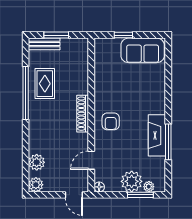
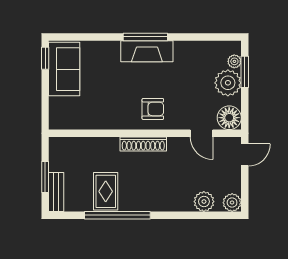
window: (123, 35) -> (45, 58), moved
rug: (45, 84) -> (106, 191), turned 90
fireplace: (157, 135) -> (147, 51), moved
window: (168, 142) -> (145, 37), moved
floor lamp: (99, 187) -> (229, 118), width x1.89, depth x1.89

